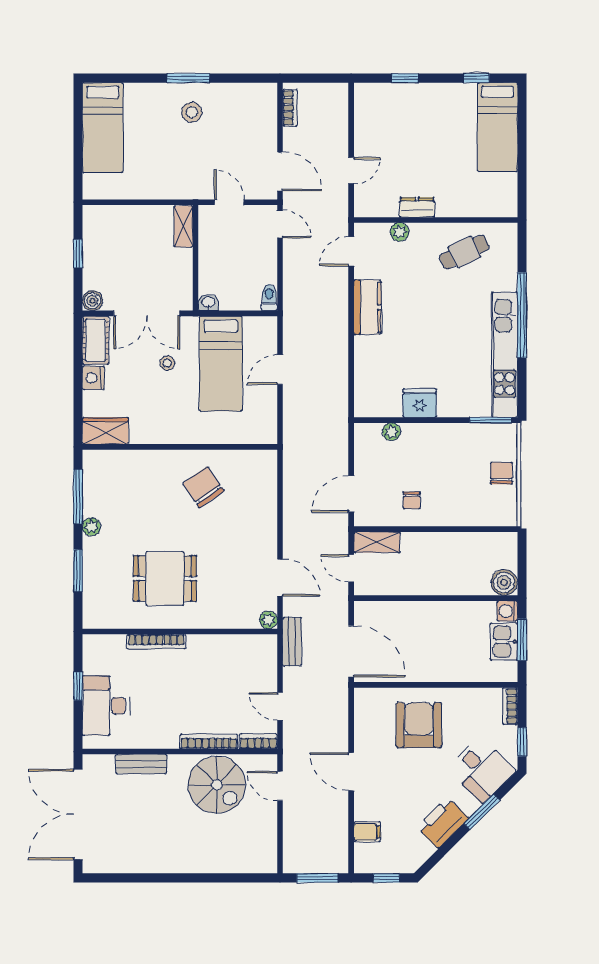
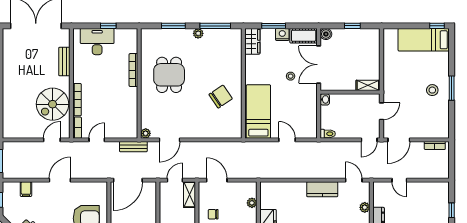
window: (78, 104) -> (437, 26), added
bed: (221, 364) -> (258, 112), moved, turned 90
window: (78, 393) -> (274, 26), added

